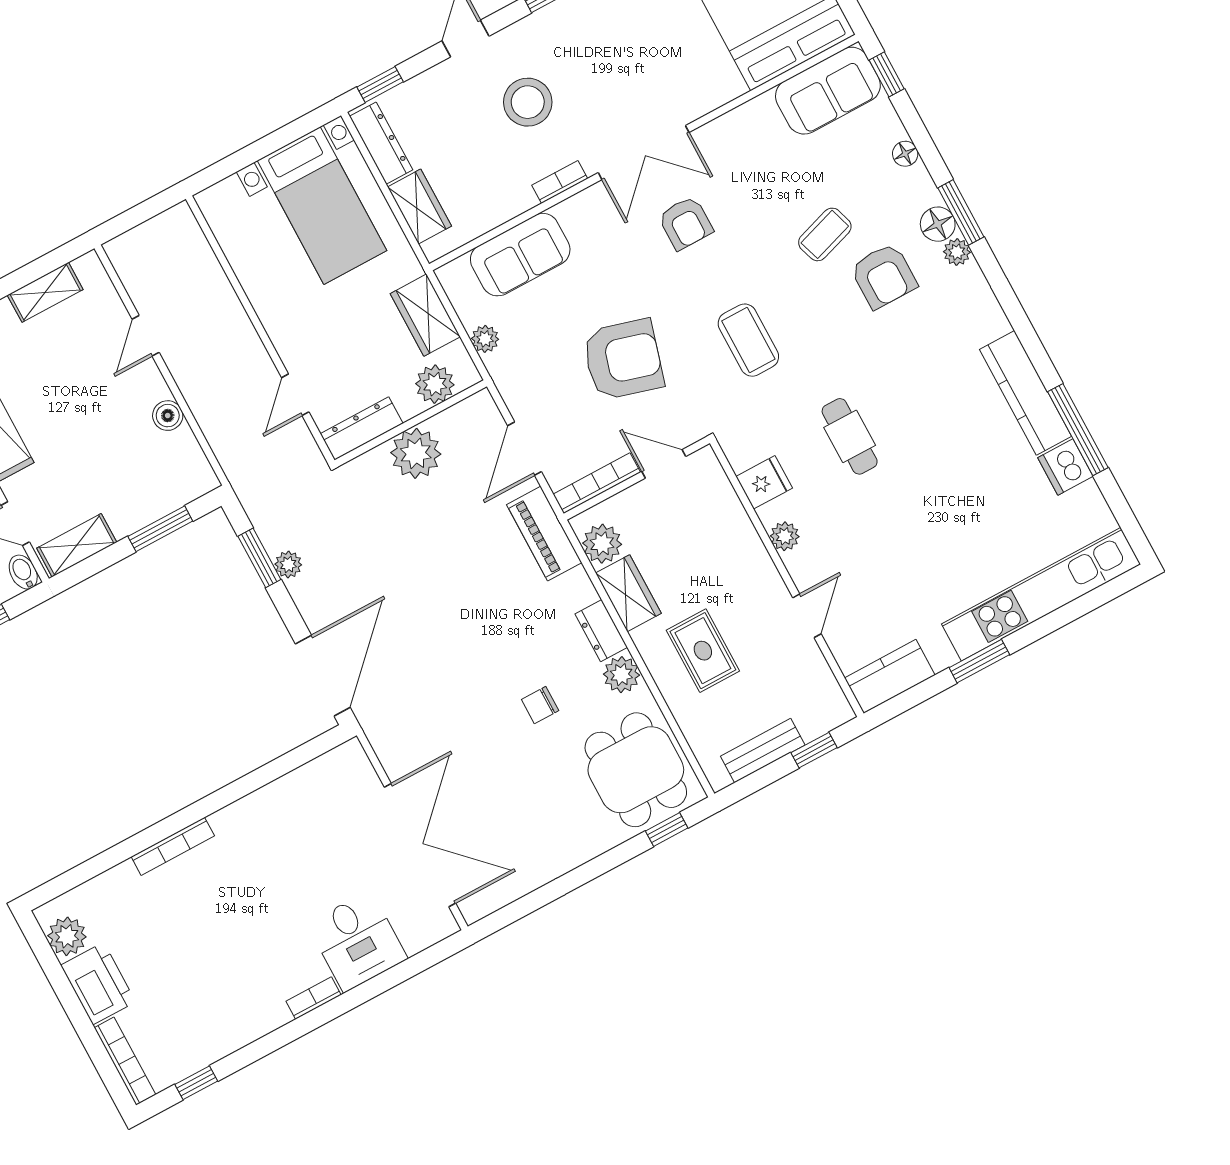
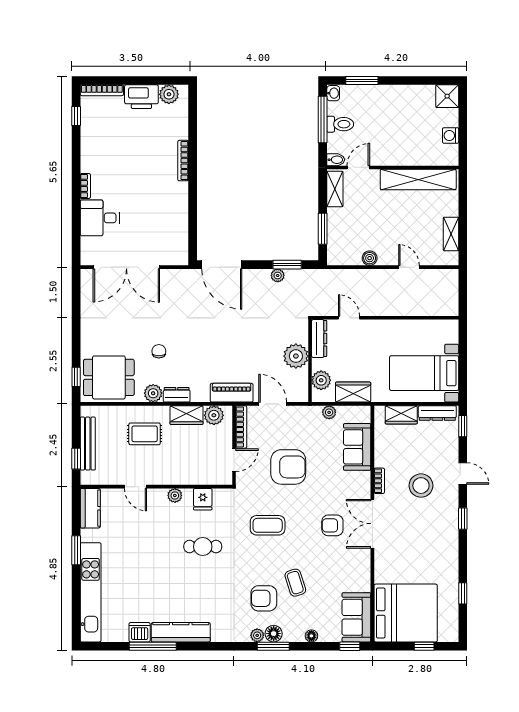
armchair: (623, 360) -> (288, 467), turned -106
bench: (763, 751) -> (88, 444), width x1.36

